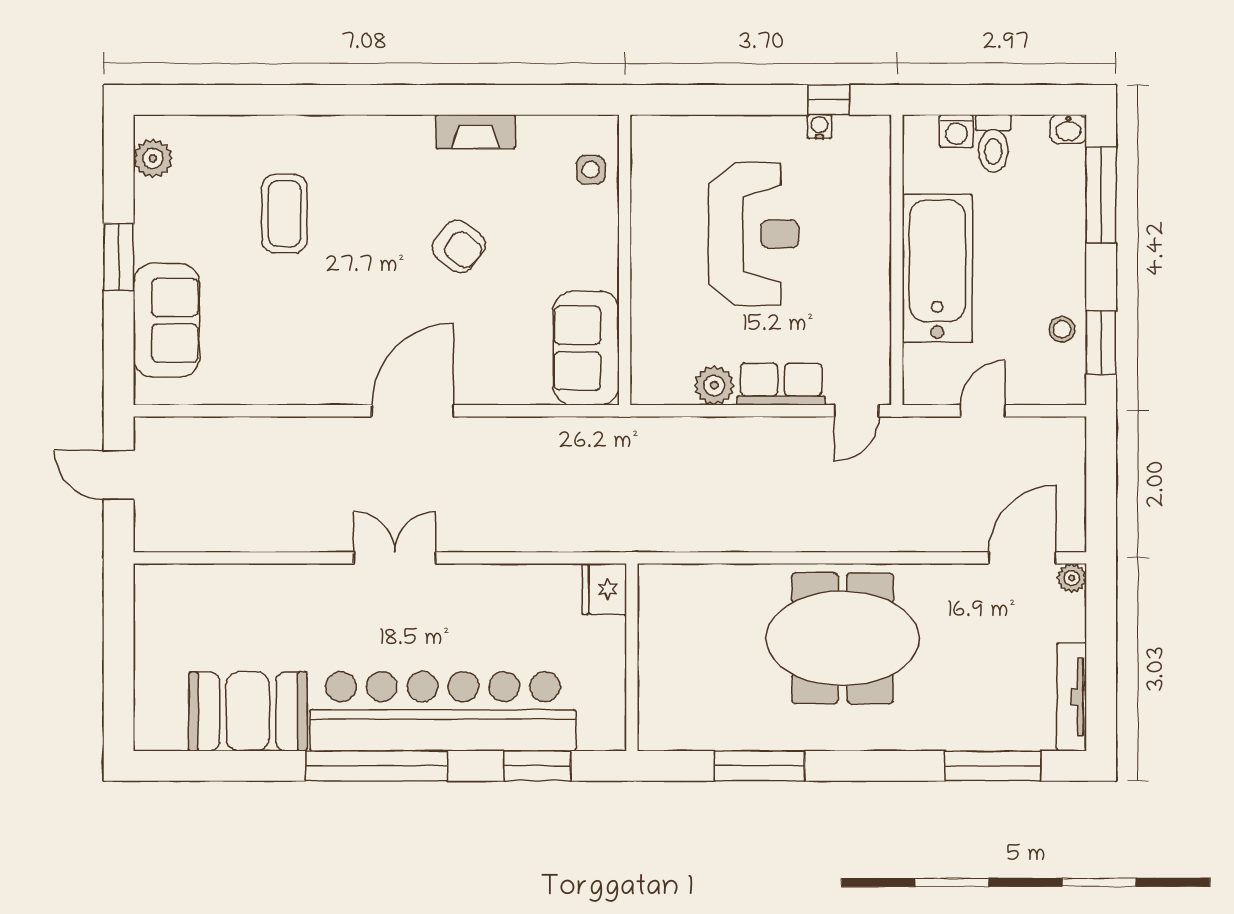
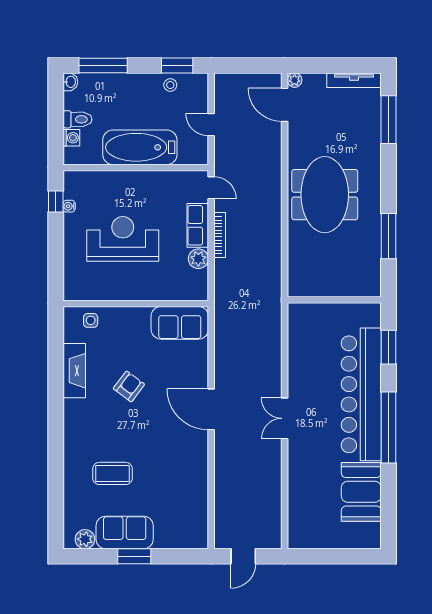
fireplace: (476, 132) -> (74, 371), width x1.37, depth x1.32
sofa: (166, 320) -> (125, 532), moved
bookcase: (762, 428) -> (220, 235), added
fridge: (604, 589) -> (300, 314), removed

